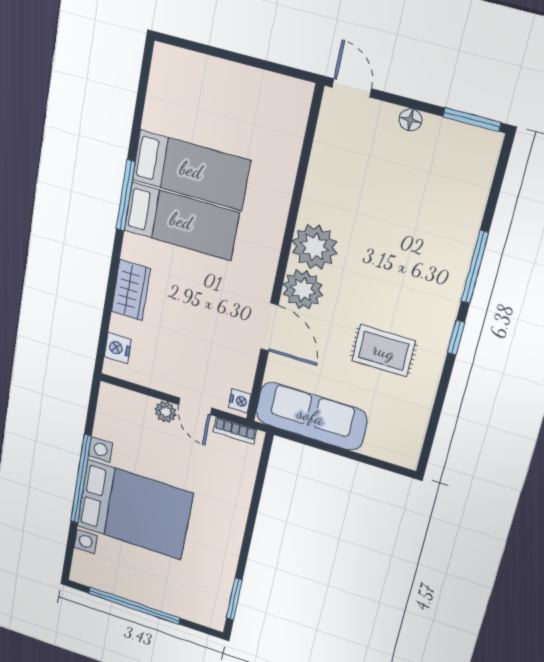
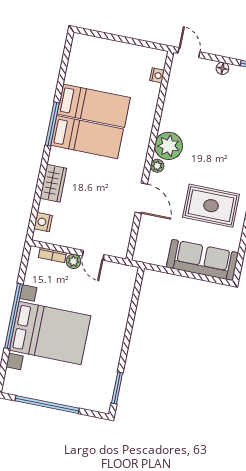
plant: (303, 290) -> (157, 166), width x0.53, depth x0.53
rug: (384, 351) -> (211, 206), width x1.36, depth x1.43
nightstand: (240, 401) -> (157, 75), moved
sofa: (311, 416) -> (202, 260), moved
bookcase: (235, 431) -> (52, 255), moved

